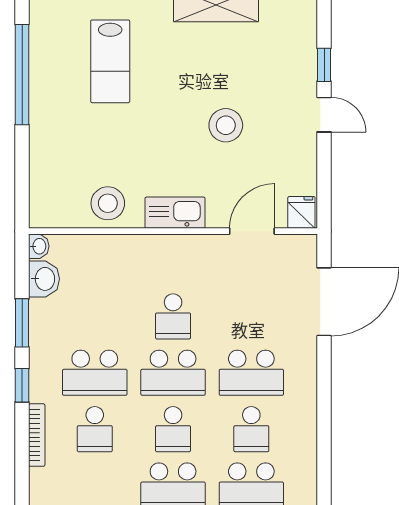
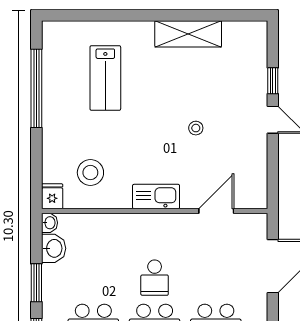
stool: (226, 125) -> (196, 128), width x0.53, depth x0.53
stool: (108, 203) -> (90, 173), moved
fridge: (301, 212) -> (52, 196), moved

